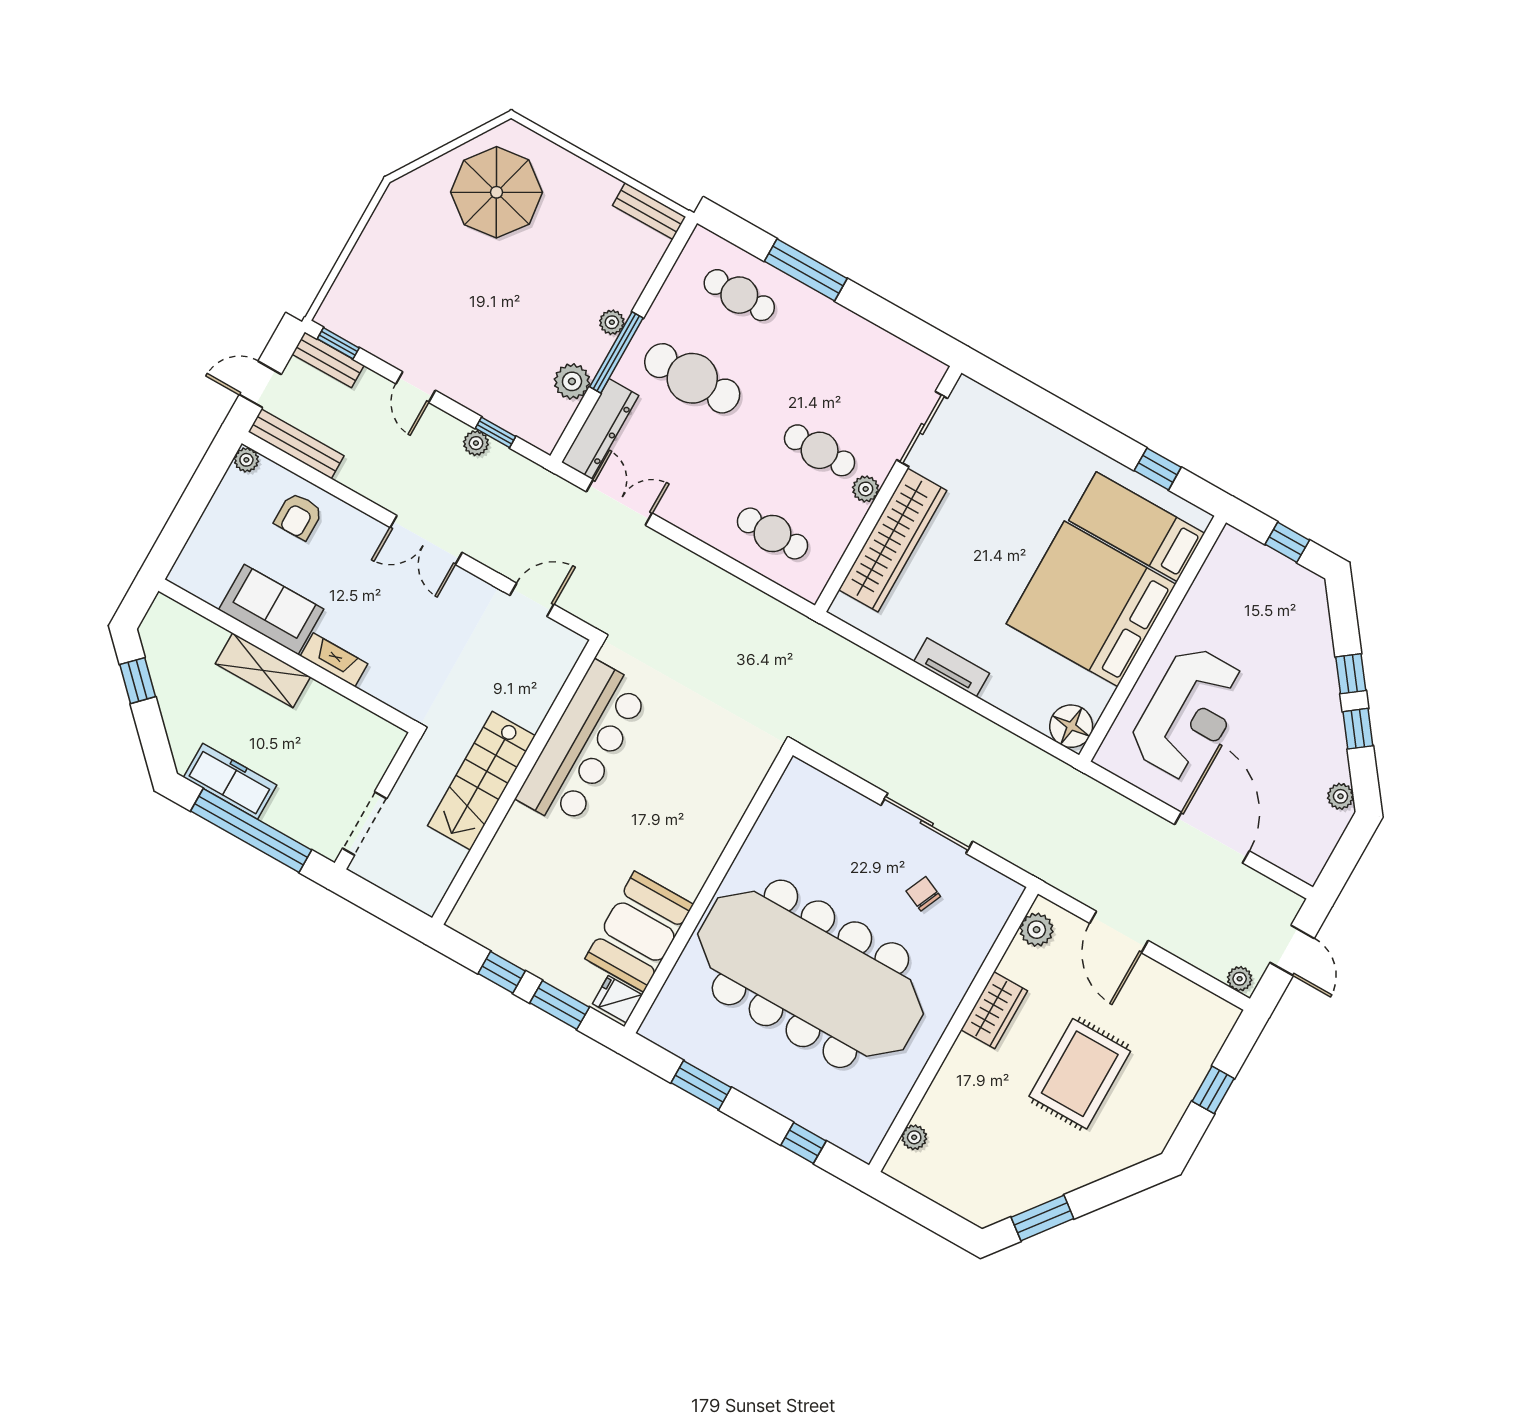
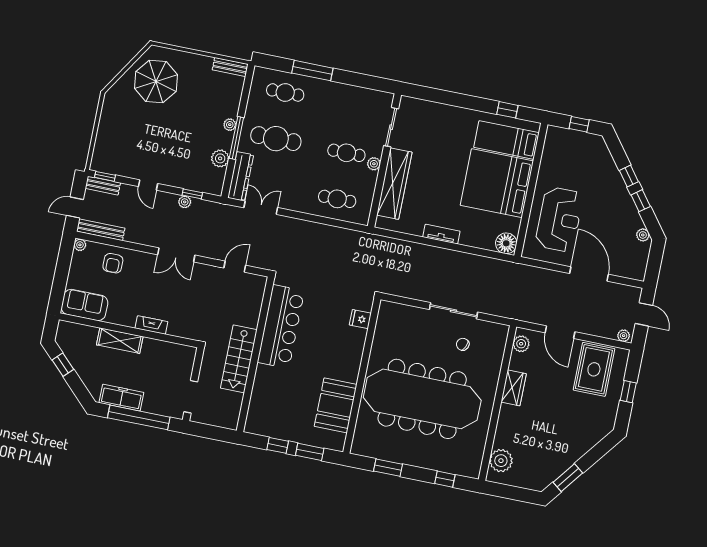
sofa: (271, 609) -> (85, 305), moved
fridge: (617, 999) -> (360, 319), moved
rug: (1080, 1074) -> (594, 369), moved
plant: (914, 1137) -> (501, 461), width x1.87, depth x1.87

